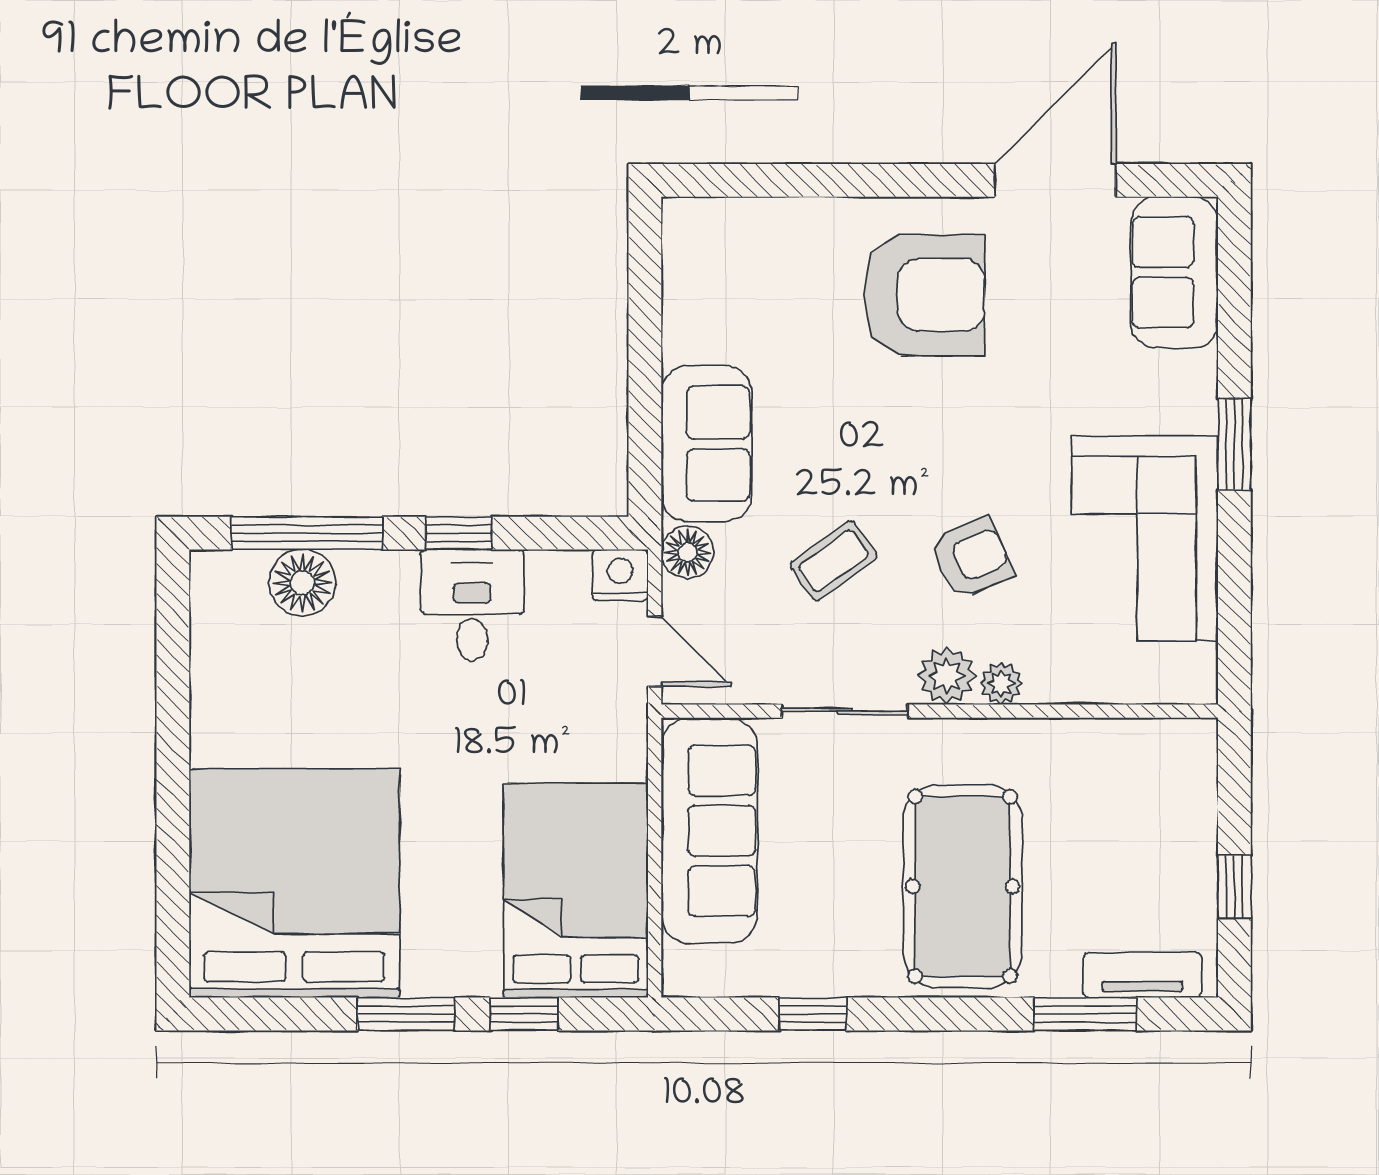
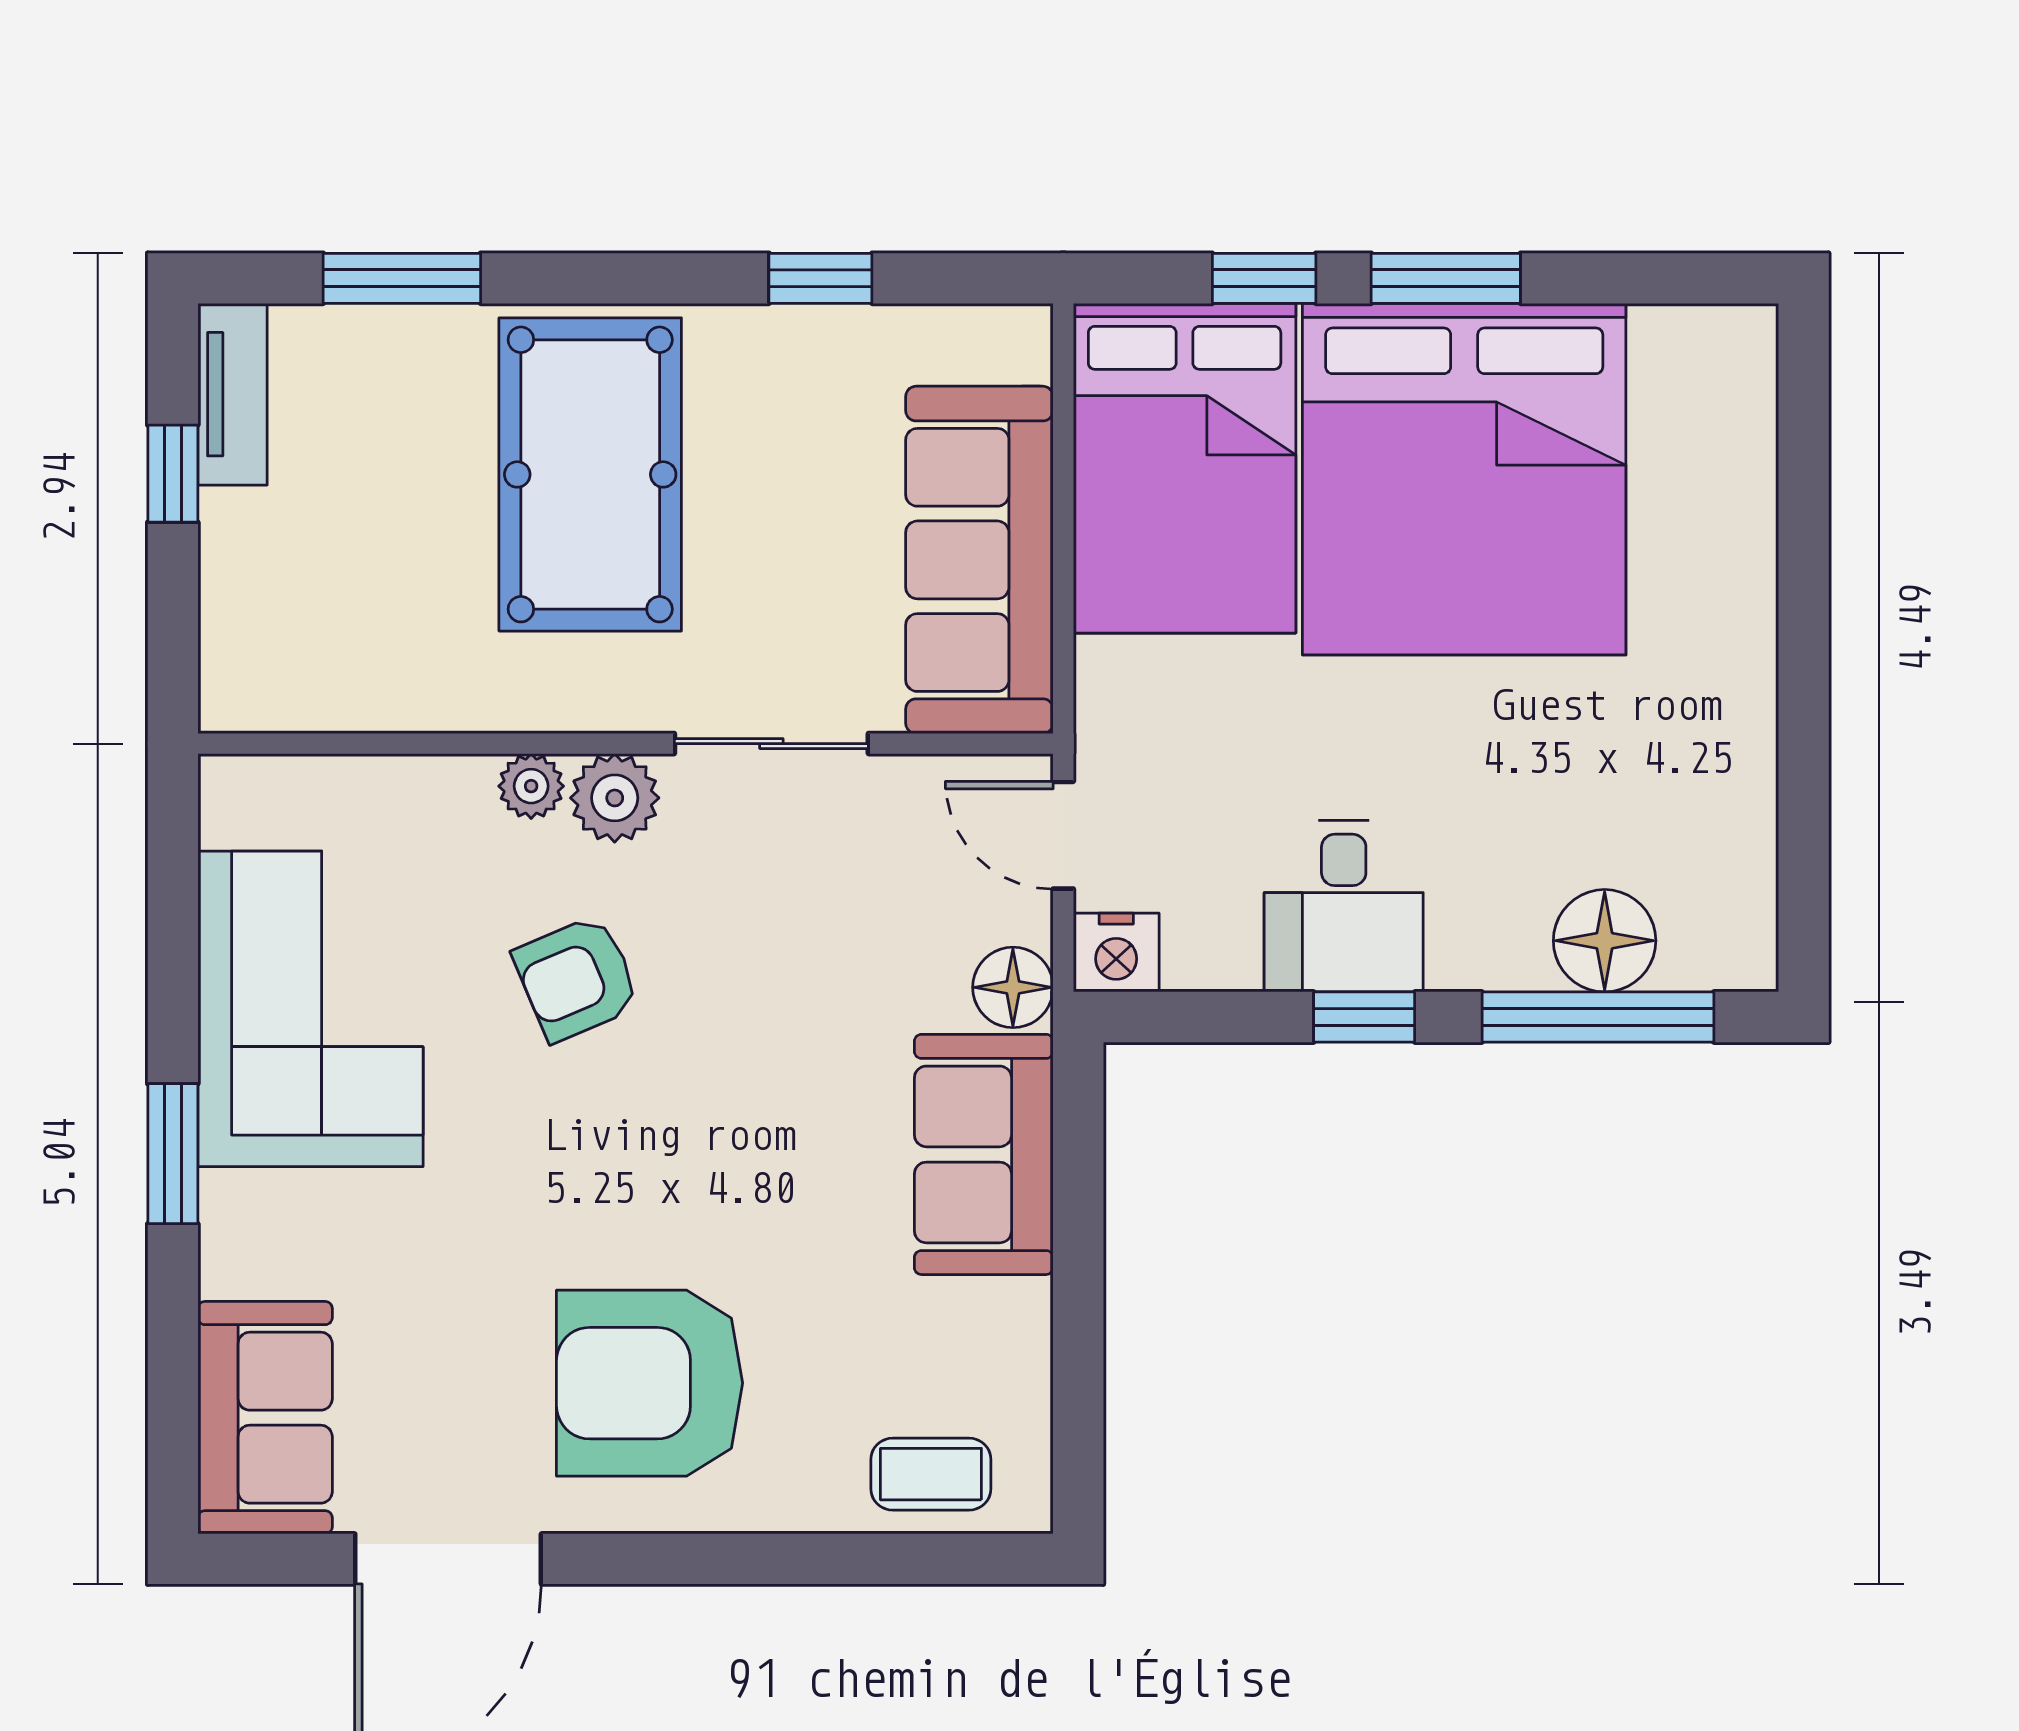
coffee table: (833, 561) -> (931, 1474), moved, turned 36
bed: (294, 883) -> (1464, 479), moved
tv unit: (1142, 975) -> (233, 394), moved, turned -90

